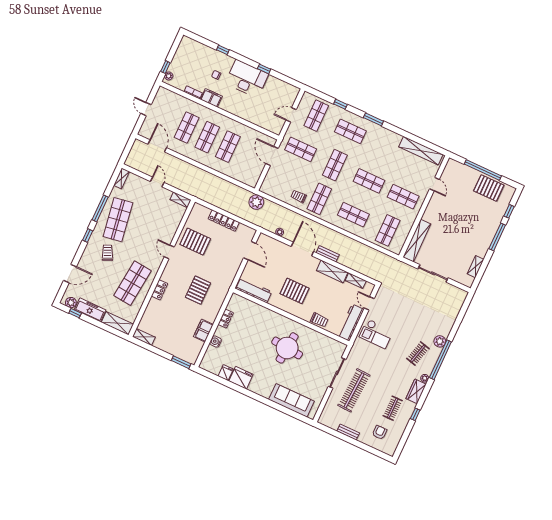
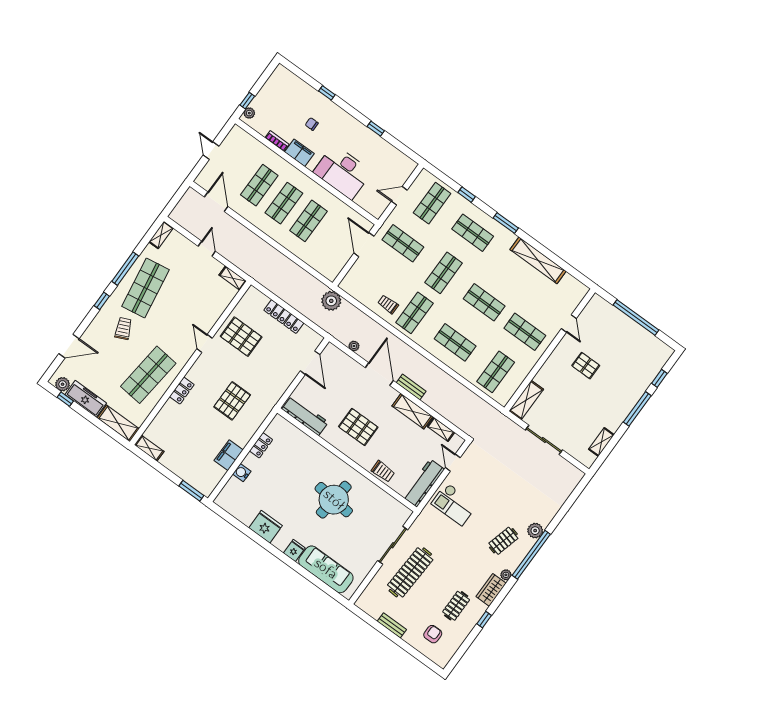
desk: (247, 79) -> (343, 172), moved, turned 180
shelving: (421, 151) -> (538, 260), moved
pallet: (489, 188) -> (586, 366), moved, width x0.67, depth x0.71
shelving: (417, 241) -> (526, 400), width x0.68
fridge: (226, 373) -> (294, 551), moved

